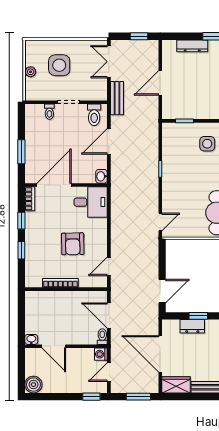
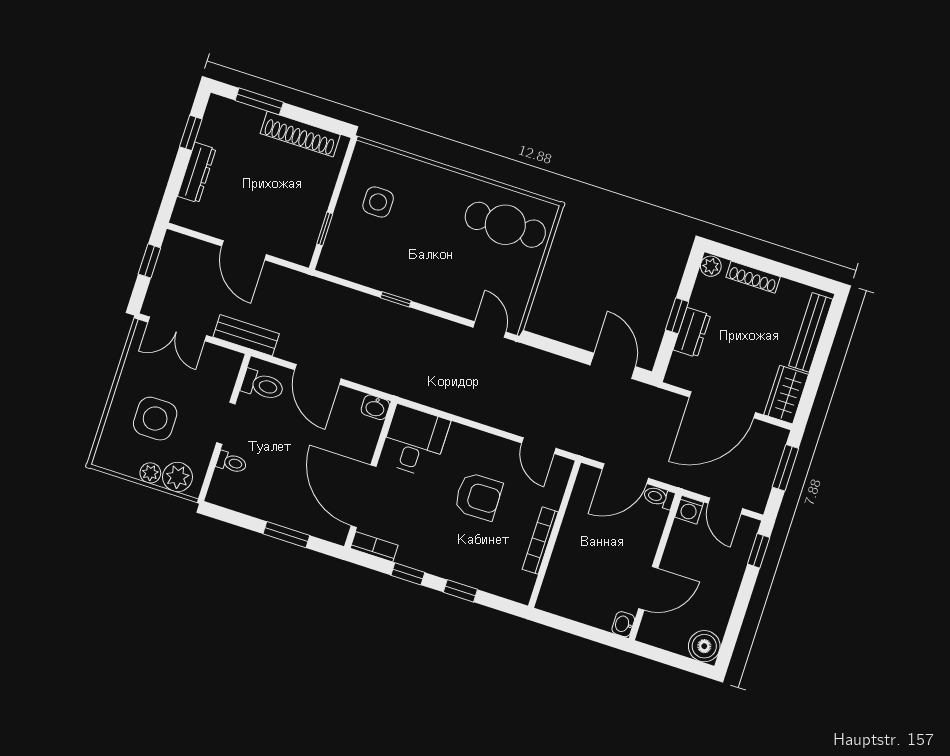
plant: (33, 86) -> (178, 477), added

